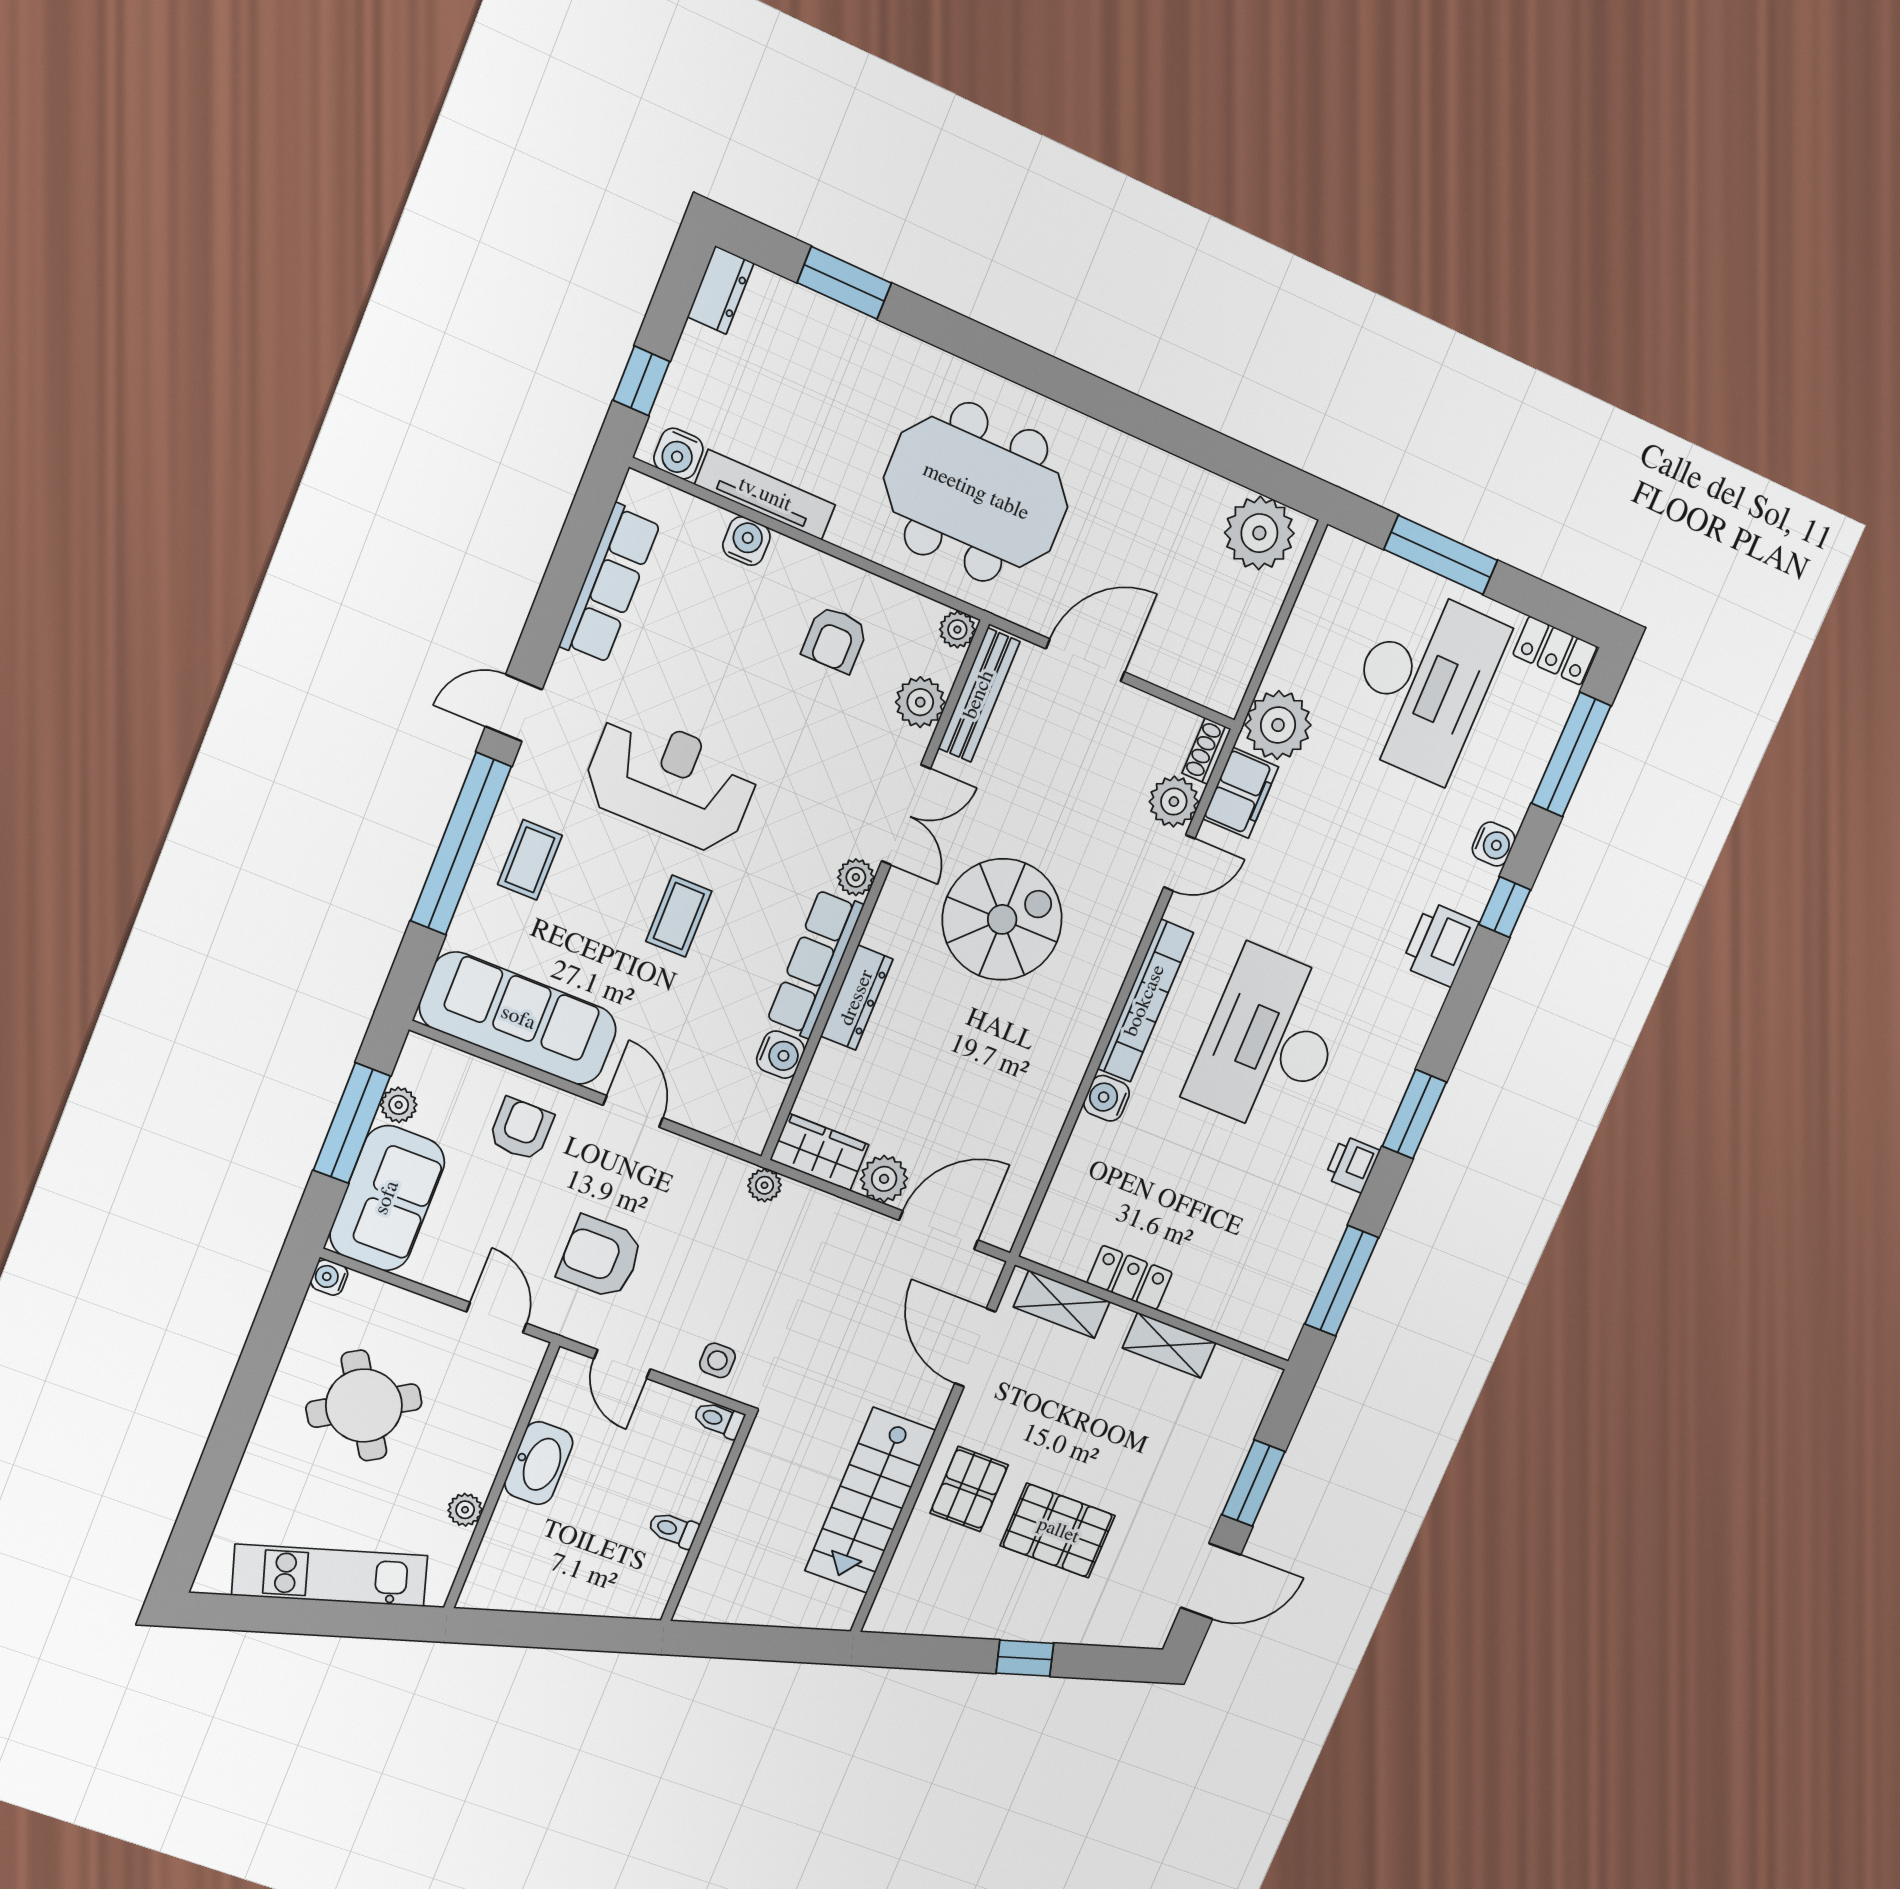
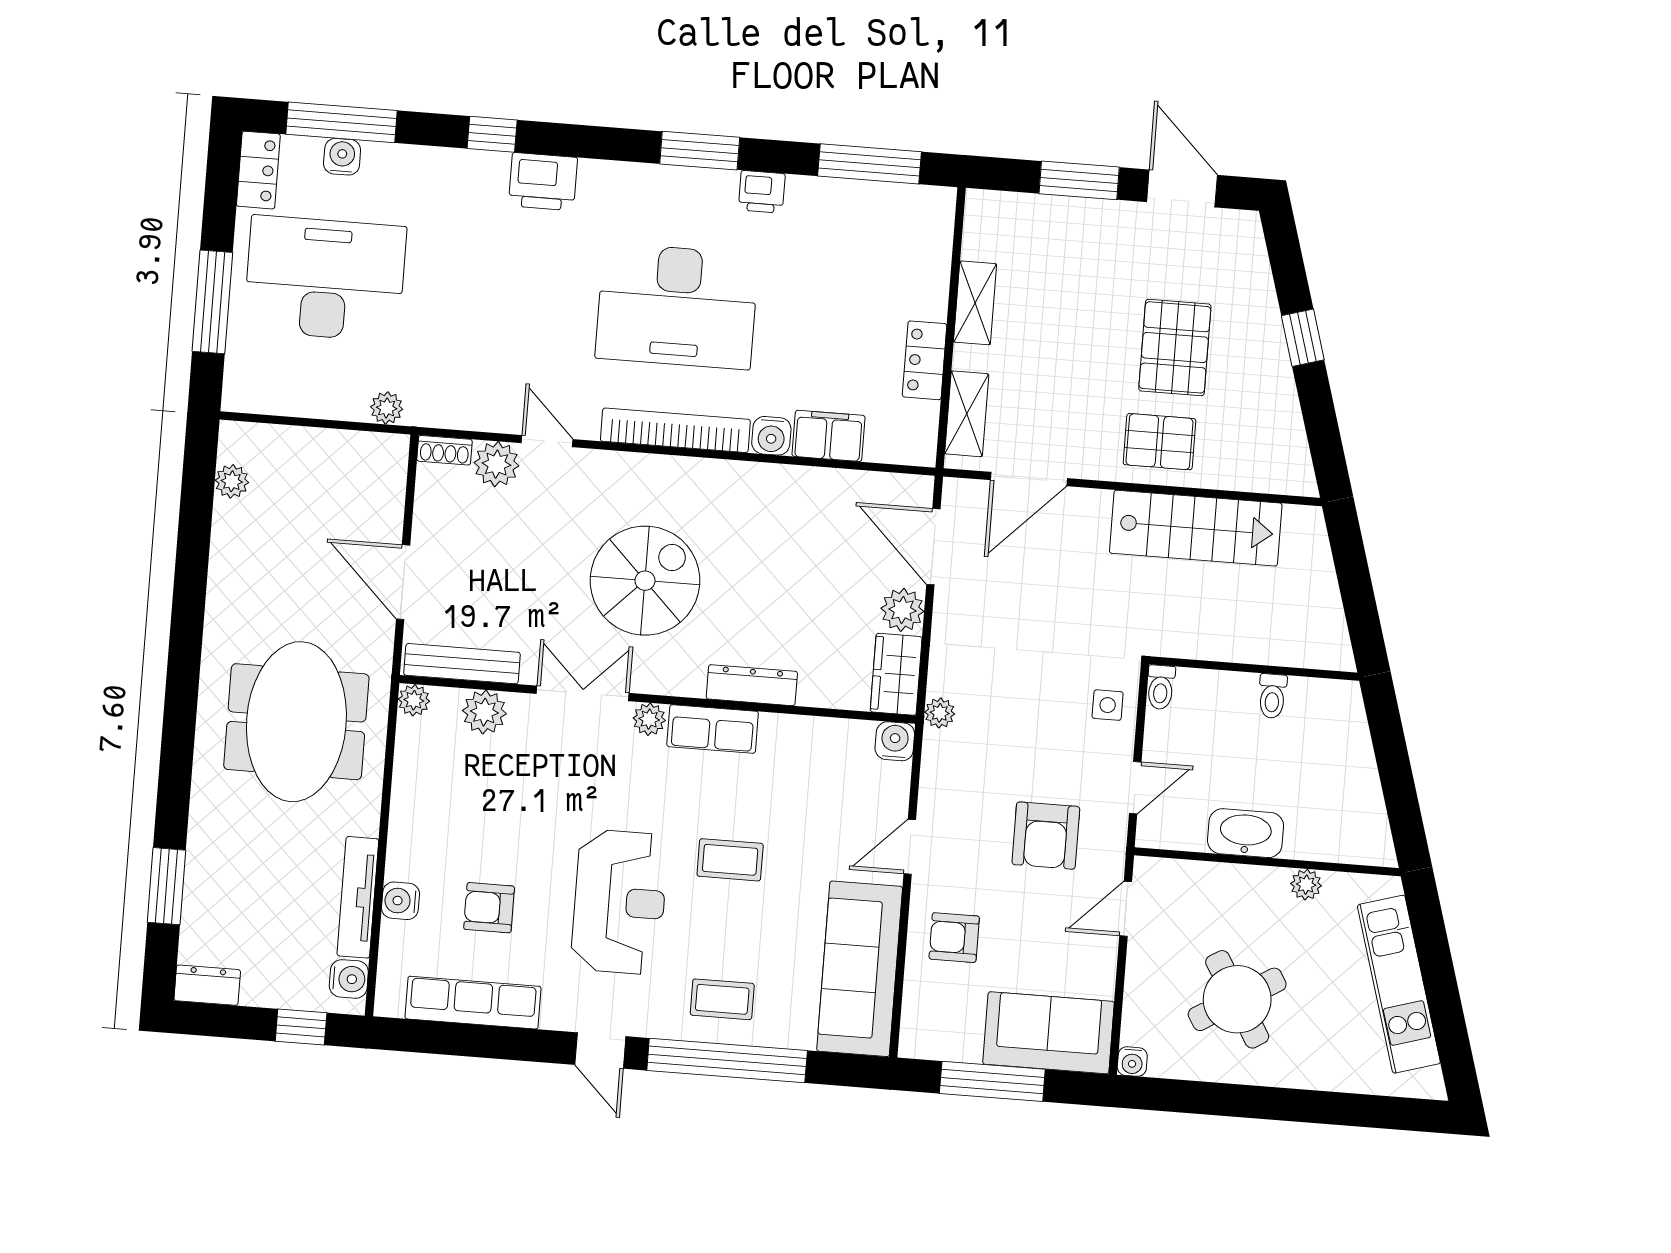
plant: (1259, 533) -> (232, 481), width x0.53, depth x0.53
armchair: (835, 639) -> (489, 908), moved, turned 180
plant: (1278, 725) -> (387, 408), width x0.53, depth x0.53
reception desk: (670, 782) -> (619, 902), turned 180
filing cabinet: (1241, 793) -> (829, 436), moved
water cooler: (1494, 844) -> (342, 157), moved
spiral stairs: (1002, 919) -> (645, 581), turned 90
row of seats: (815, 963) -> (713, 729), width x0.68
water cooler: (780, 1055) -> (895, 741), moved
plant: (399, 1105) -> (965, 1047), removed

